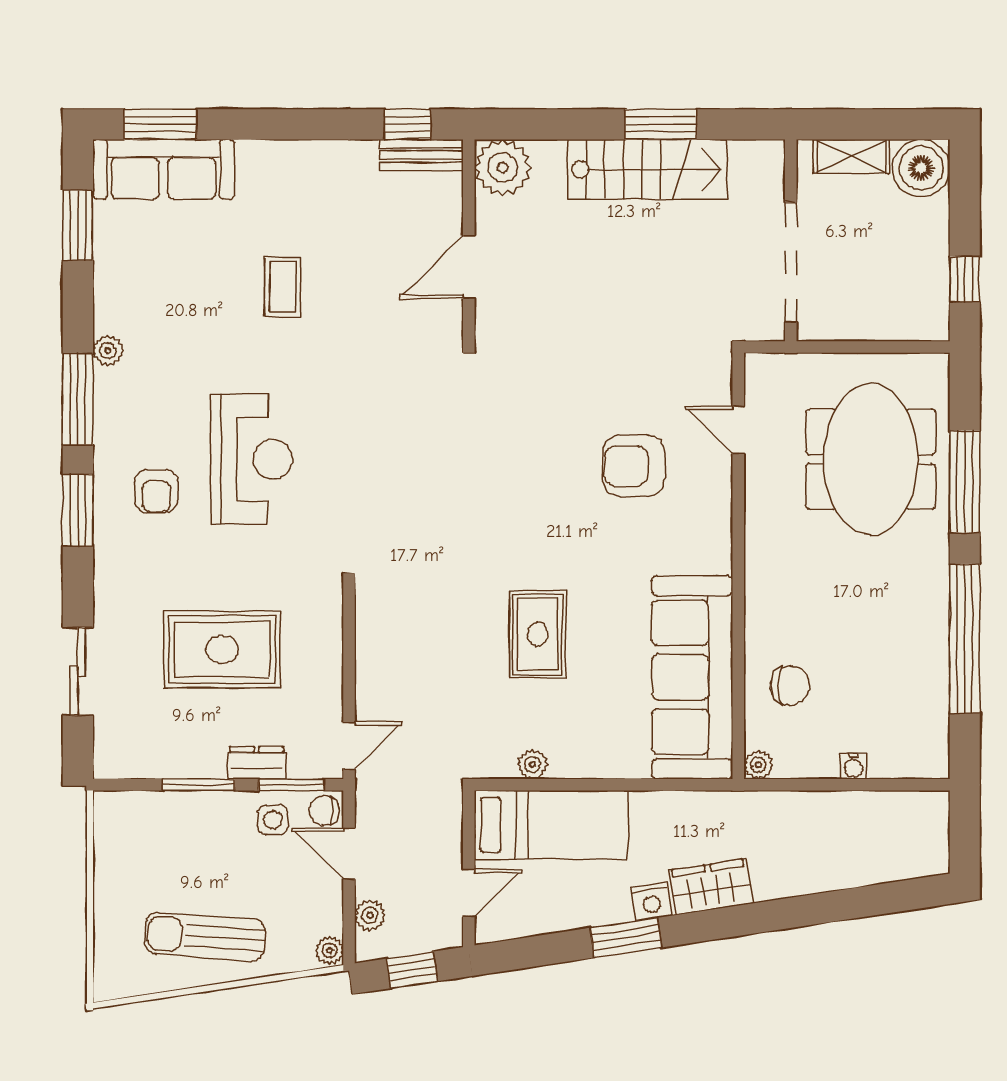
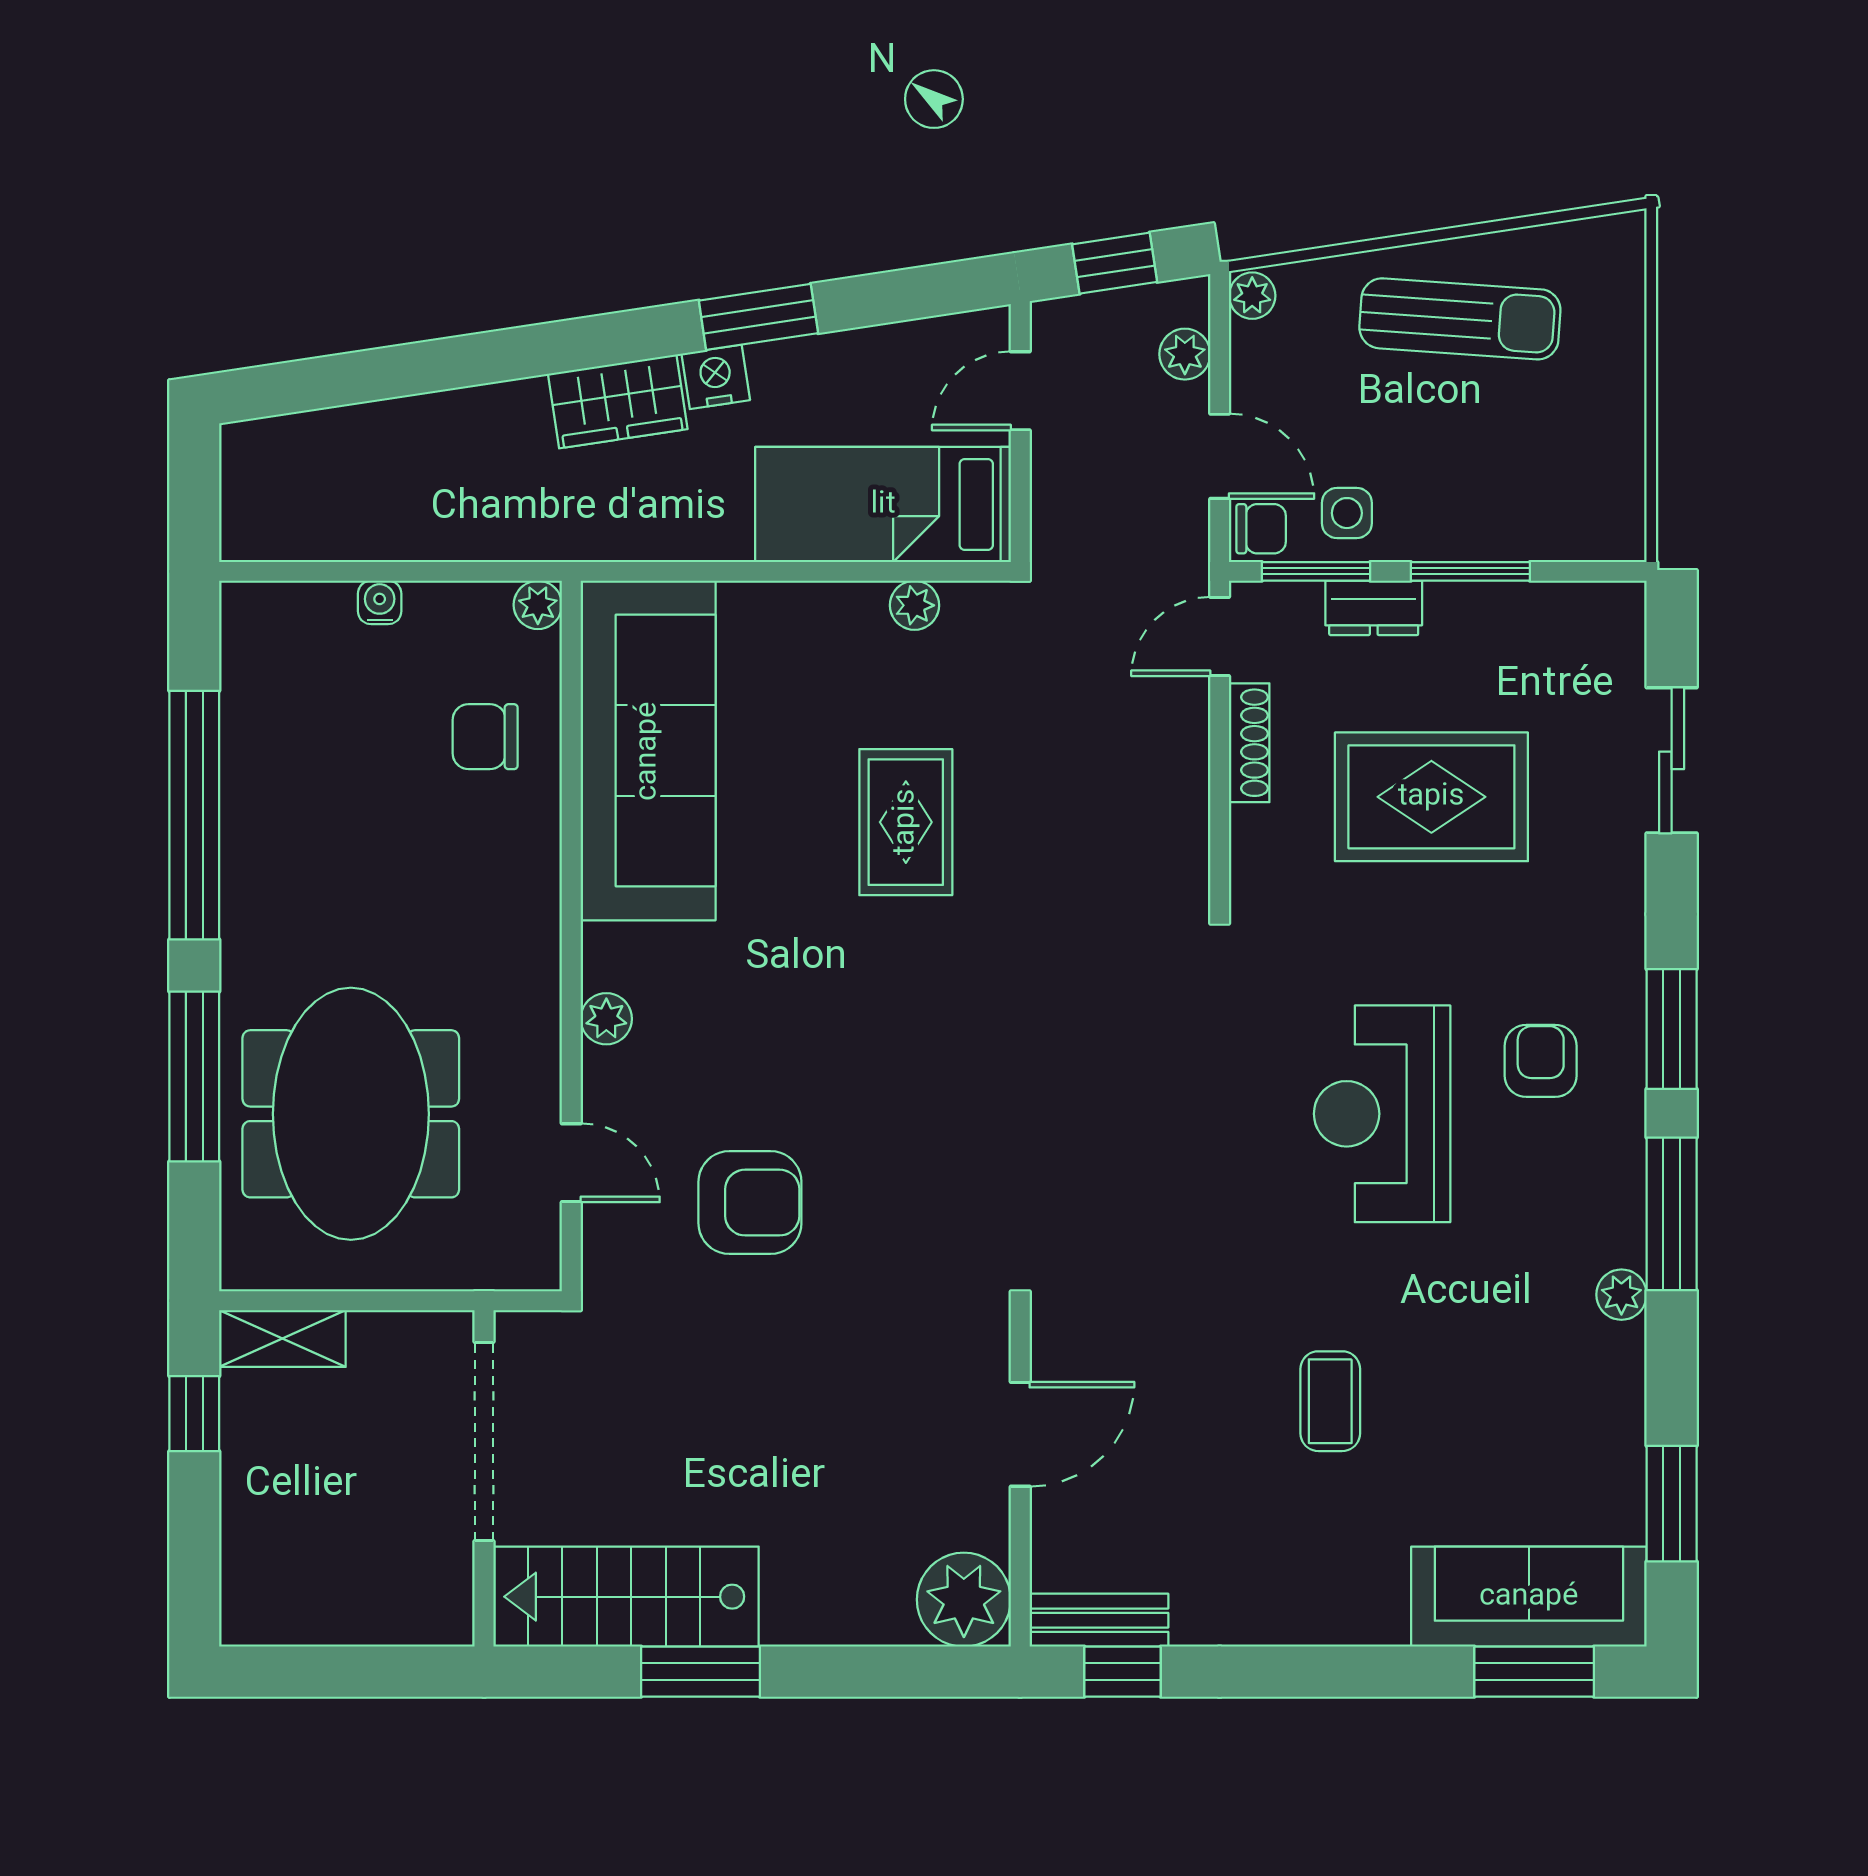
shelving: (851, 156) -> (282, 1339), moved
boiler: (921, 168) -> (267, 1599), removed
stairs: (647, 169) -> (626, 1597), moved
armchair: (634, 466) -> (750, 1203), moved
plant: (717, 516) -> (606, 1019), added
shoe rack: (331, 682) -> (1249, 743), added

